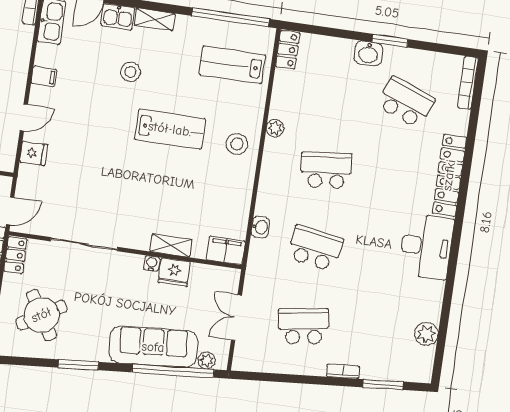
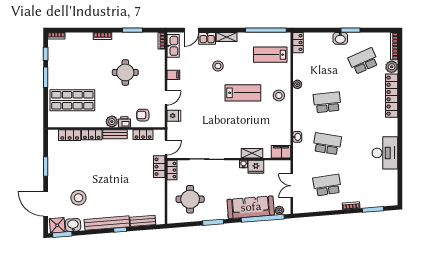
school desk: (406, 102) -> (363, 61), turned -45
desk: (426, 246) -> (385, 153), moved
round table: (41, 315) -> (190, 199), turned 31
plant: (426, 334) -> (392, 67), moved

